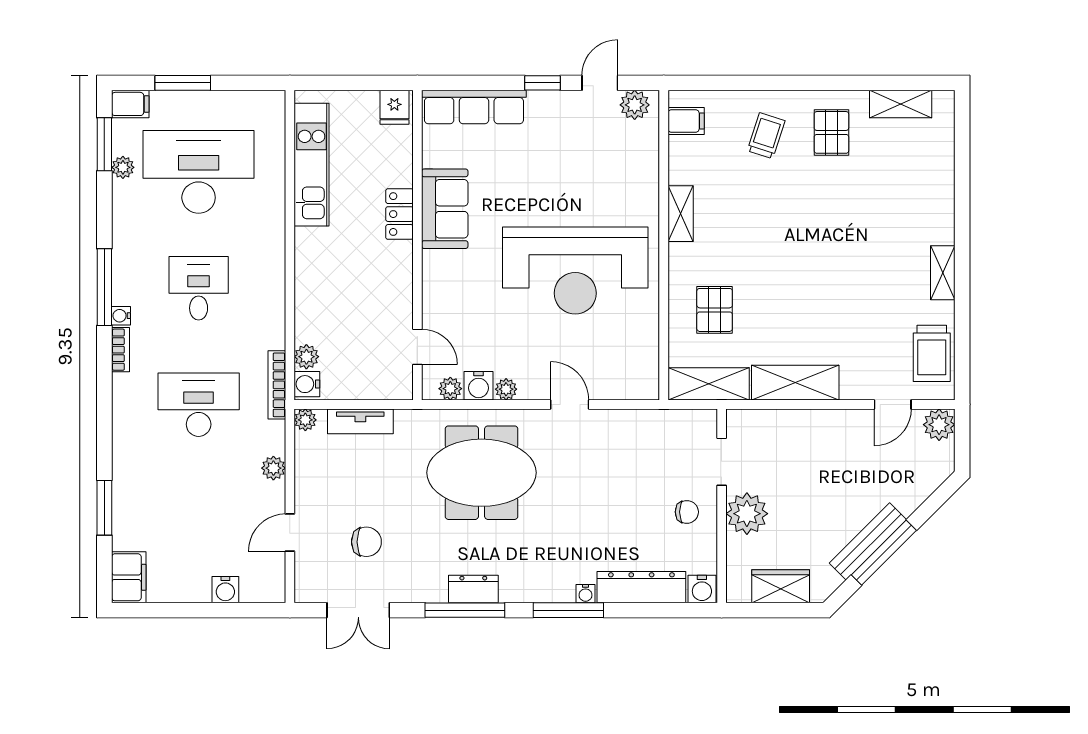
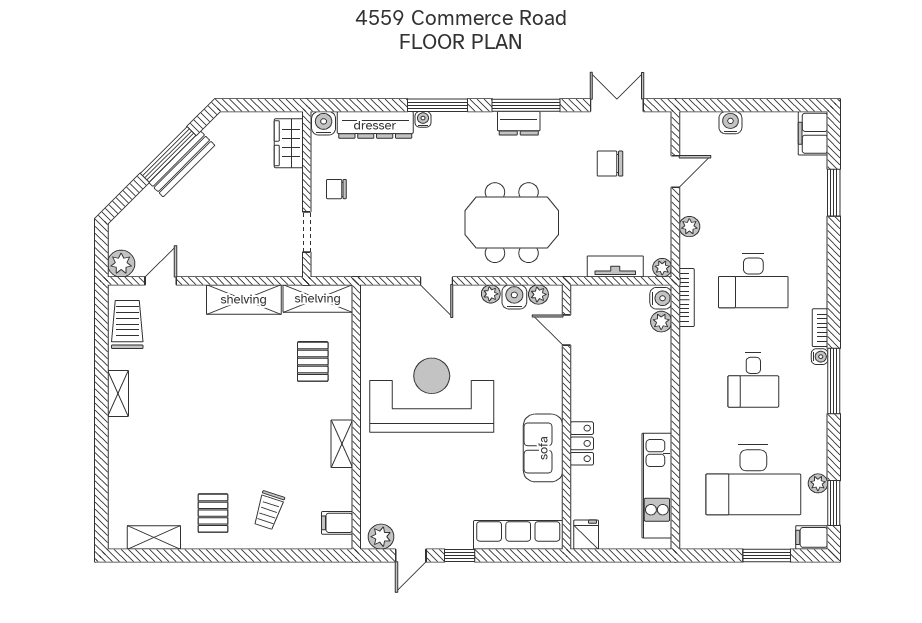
plant: (747, 514) -> (285, 188), removed
wardrobe: (781, 586) -> (289, 143), moved, turned 90

